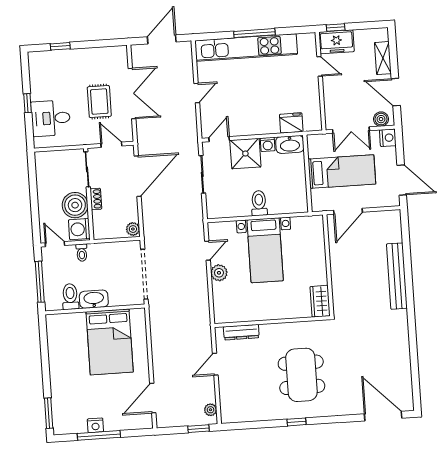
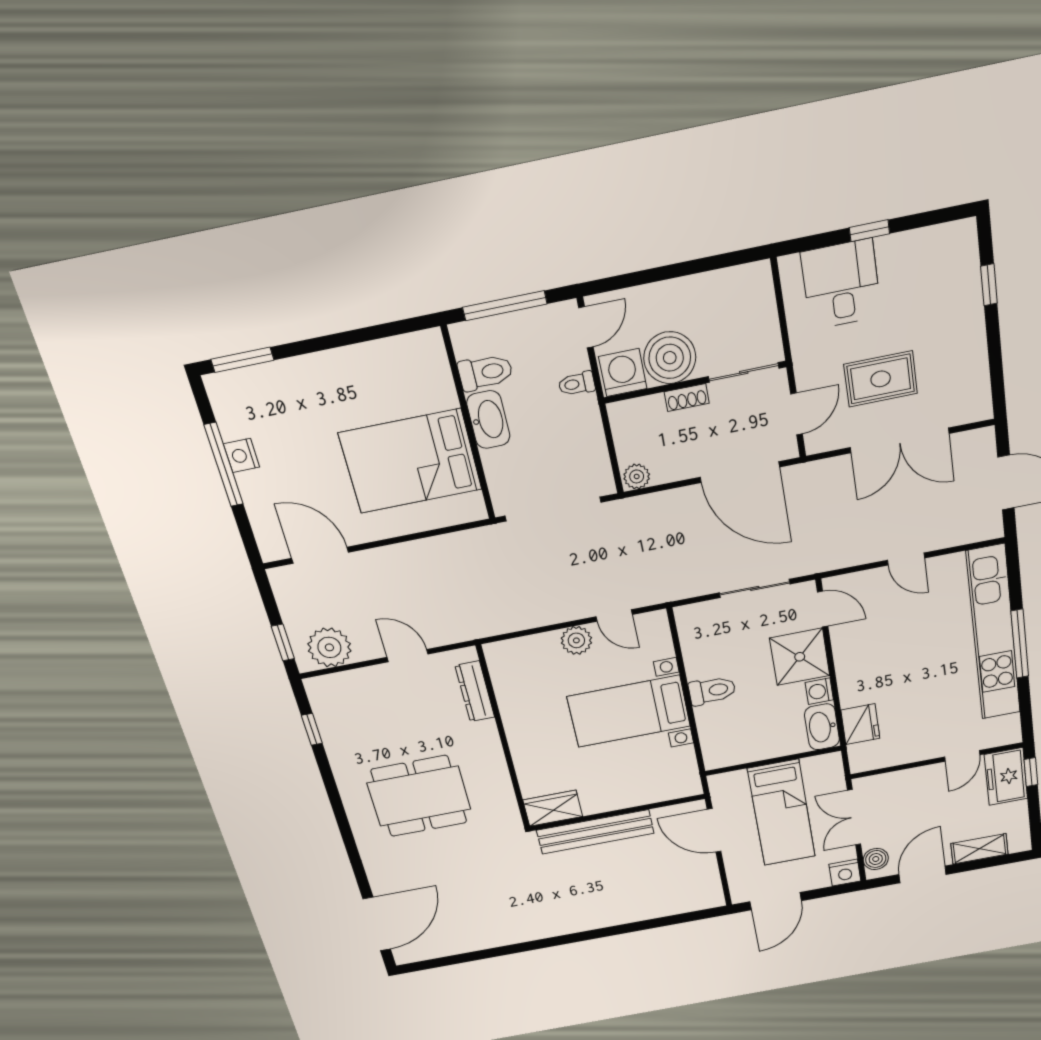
bench: (397, 276) -> (595, 832), moved
plant: (211, 410) -> (329, 647), width x1.88, depth x1.88
window: (297, 422) -> (312, 729), moved

